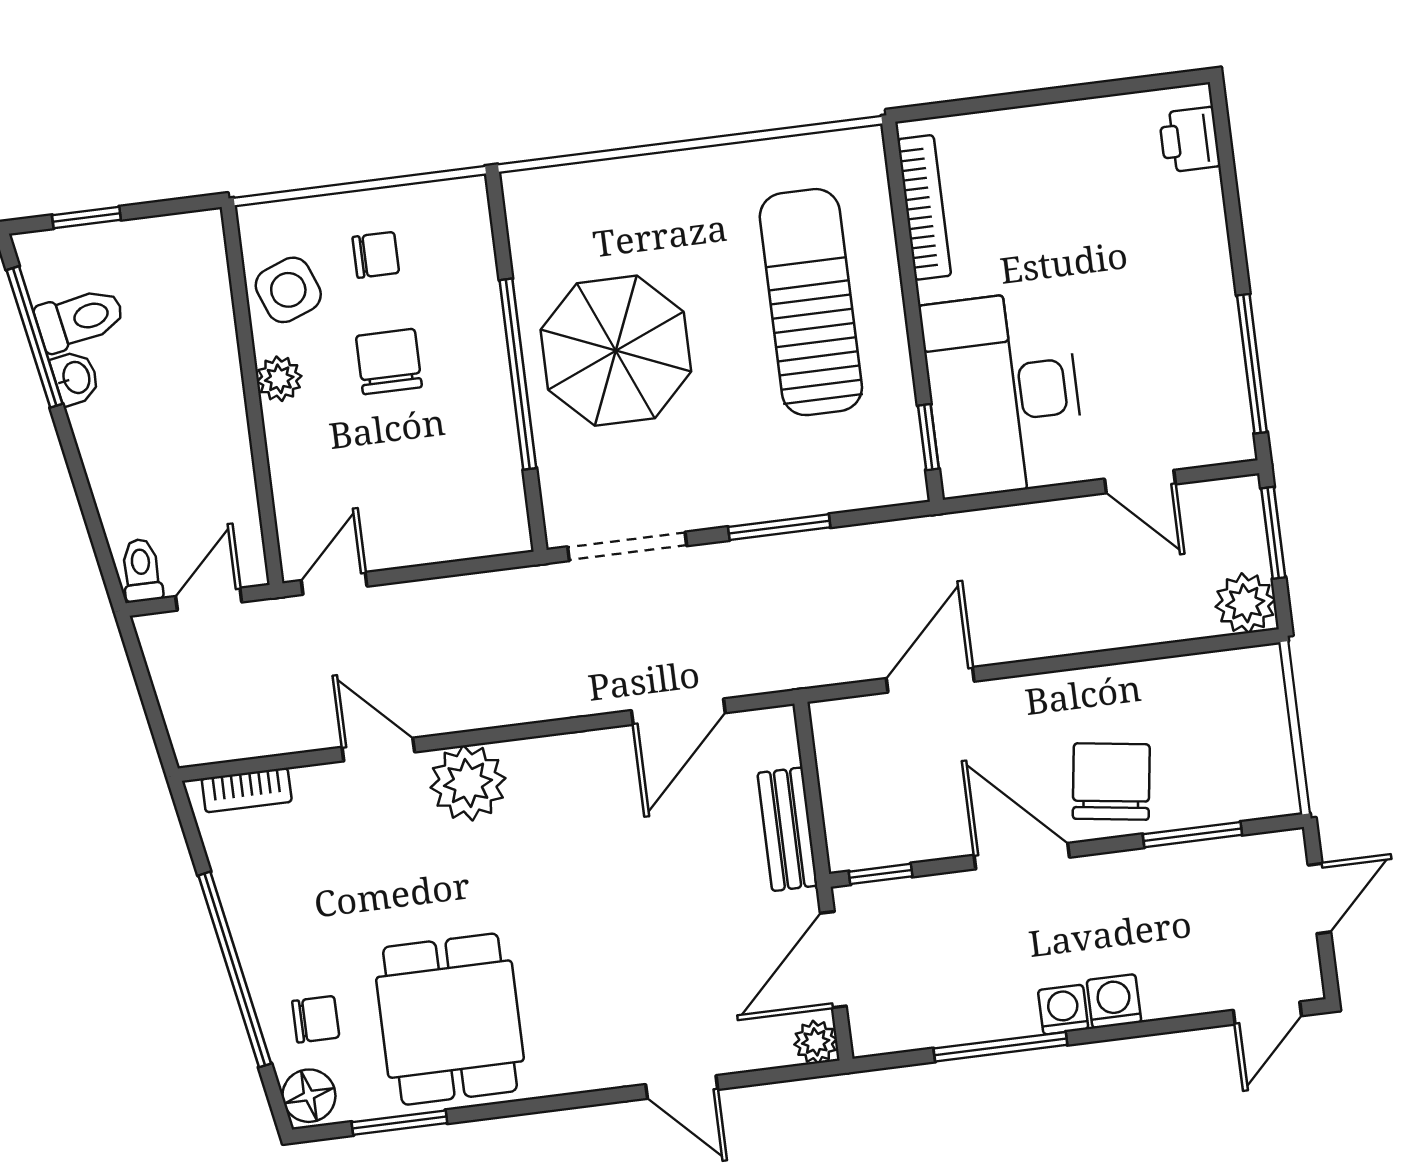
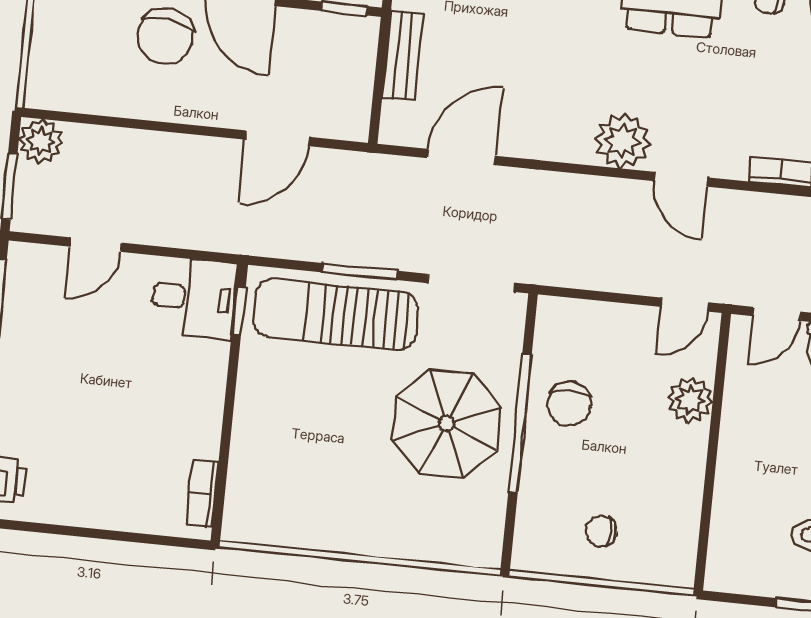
bookcase: (924, 207) -> (202, 493), width x0.64
side table: (288, 290) -> (669, 521), removed
sun lounger: (811, 302) -> (336, 314), moved, turned 90
chair: (389, 362) -> (569, 404), moved
plant: (279, 379) -> (690, 400), moved, width x1.38, depth x1.38
desk: (1003, 394) -> (194, 298), width x0.53, depth x0.77
door: (1140, 482) -> (96, 245), swing flipped

